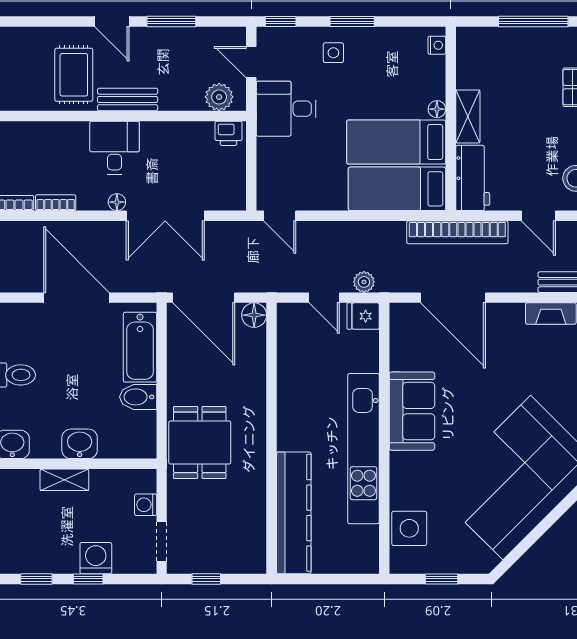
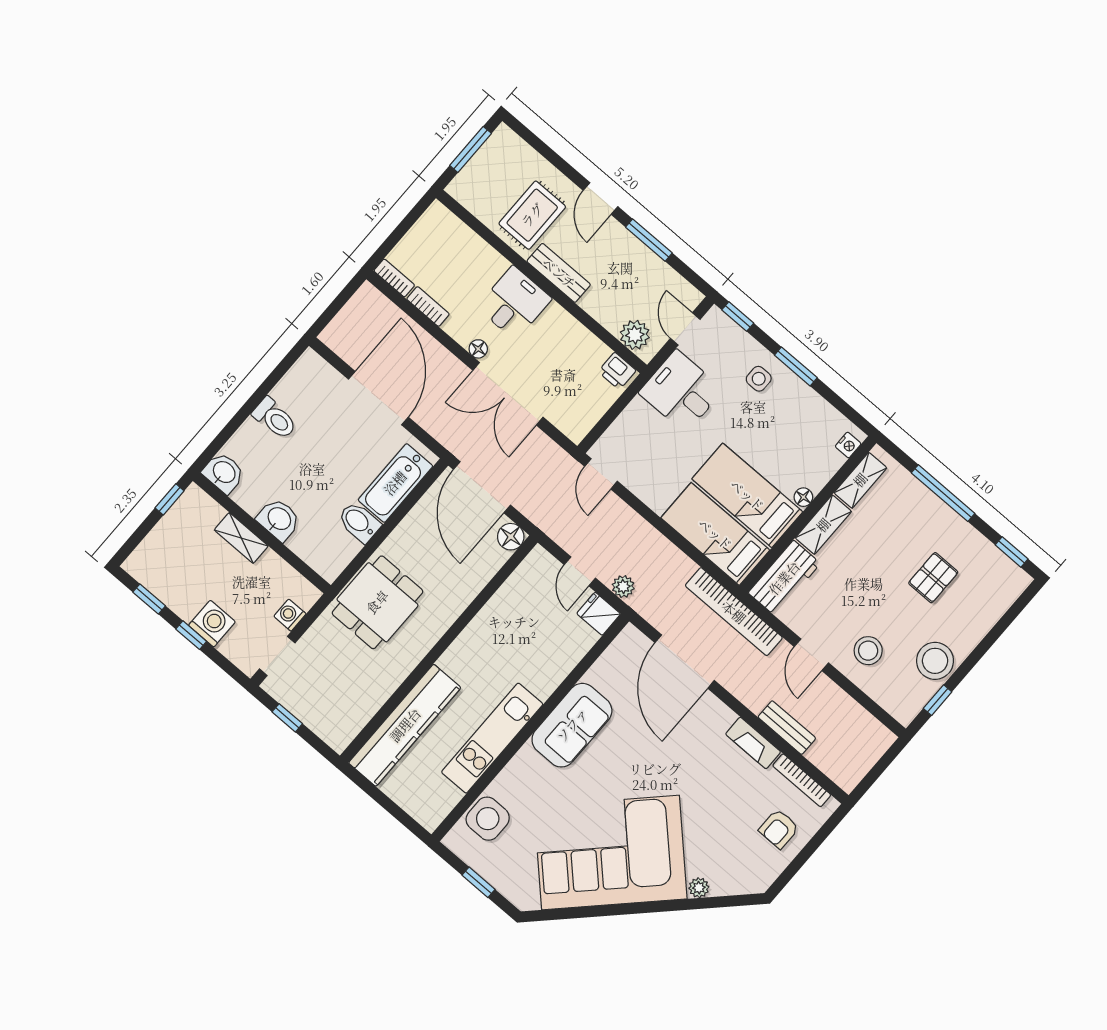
shelving: (467, 63) -> (860, 480), added
kitchen unit: (363, 449) -> (492, 738), width x0.73

